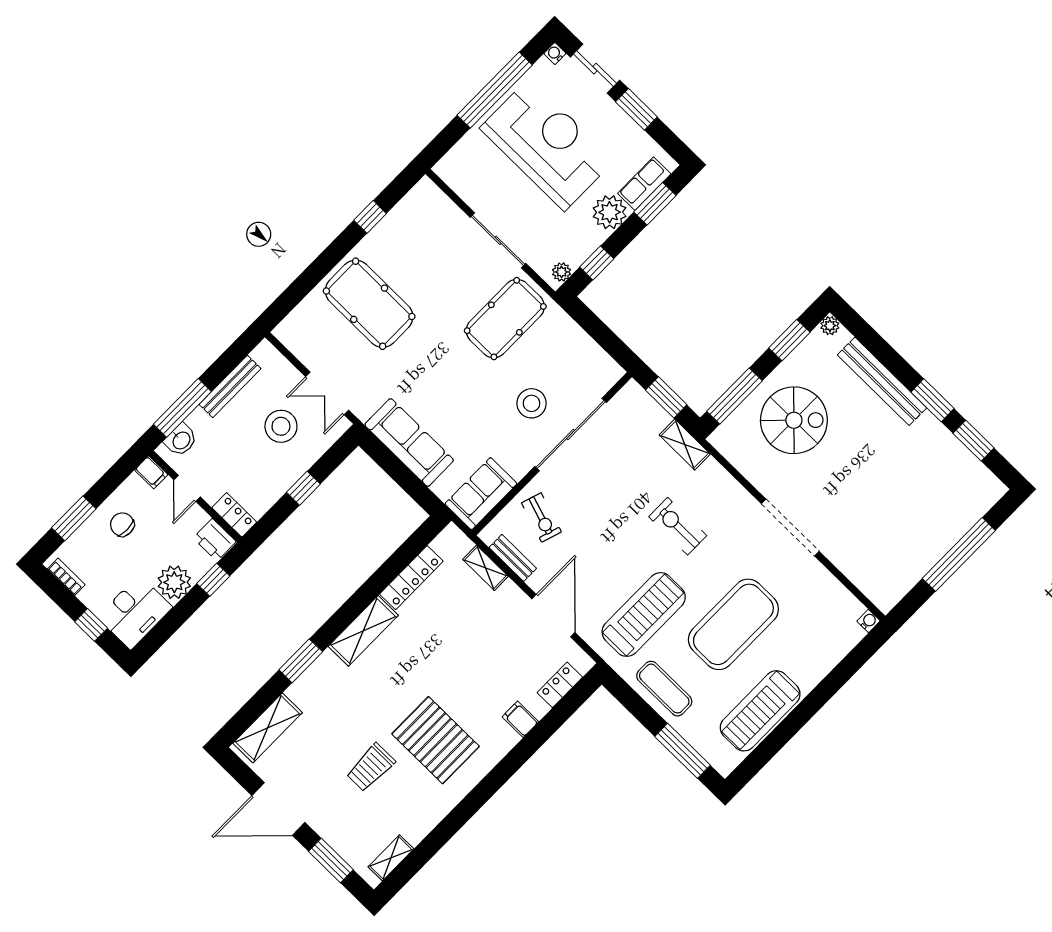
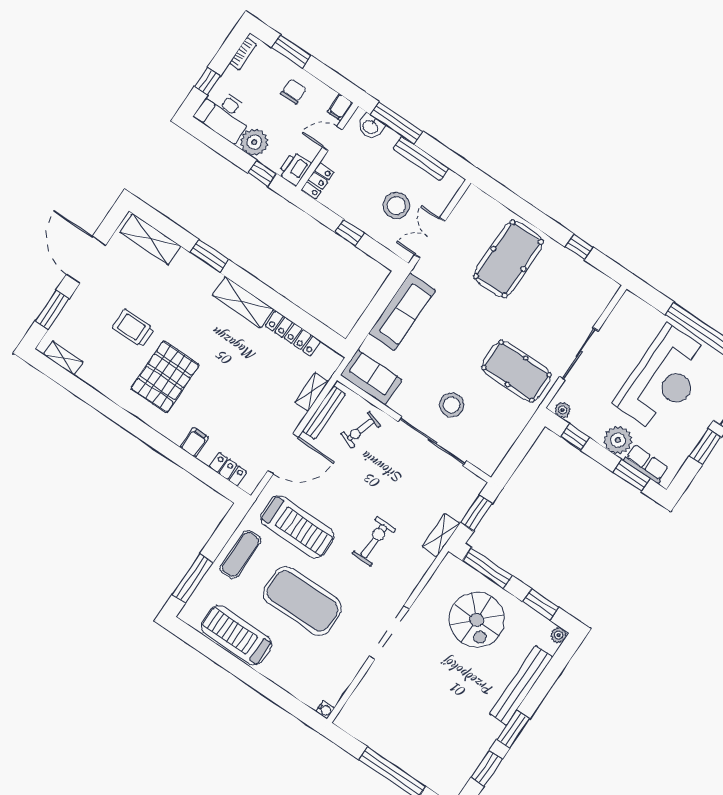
bench: (513, 558) -> (324, 413), width x1.36

